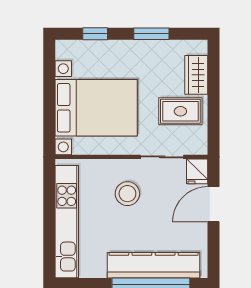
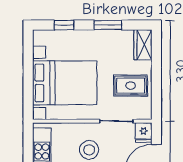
wardrobe: (196, 75) -> (143, 45), moved

